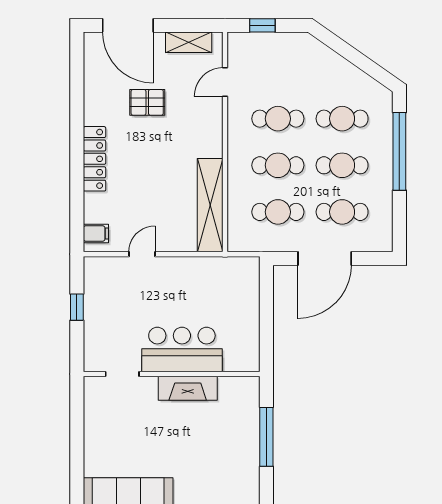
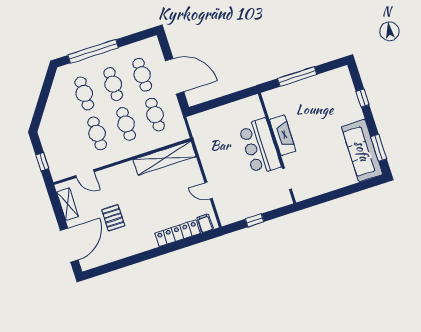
locker: (95, 159) -> (178, 233), moved

